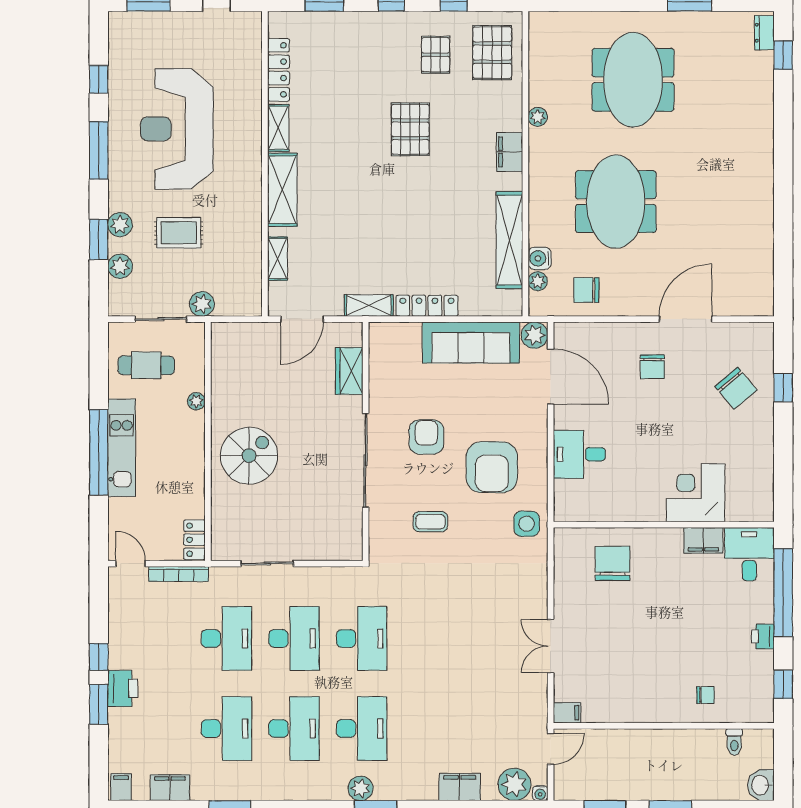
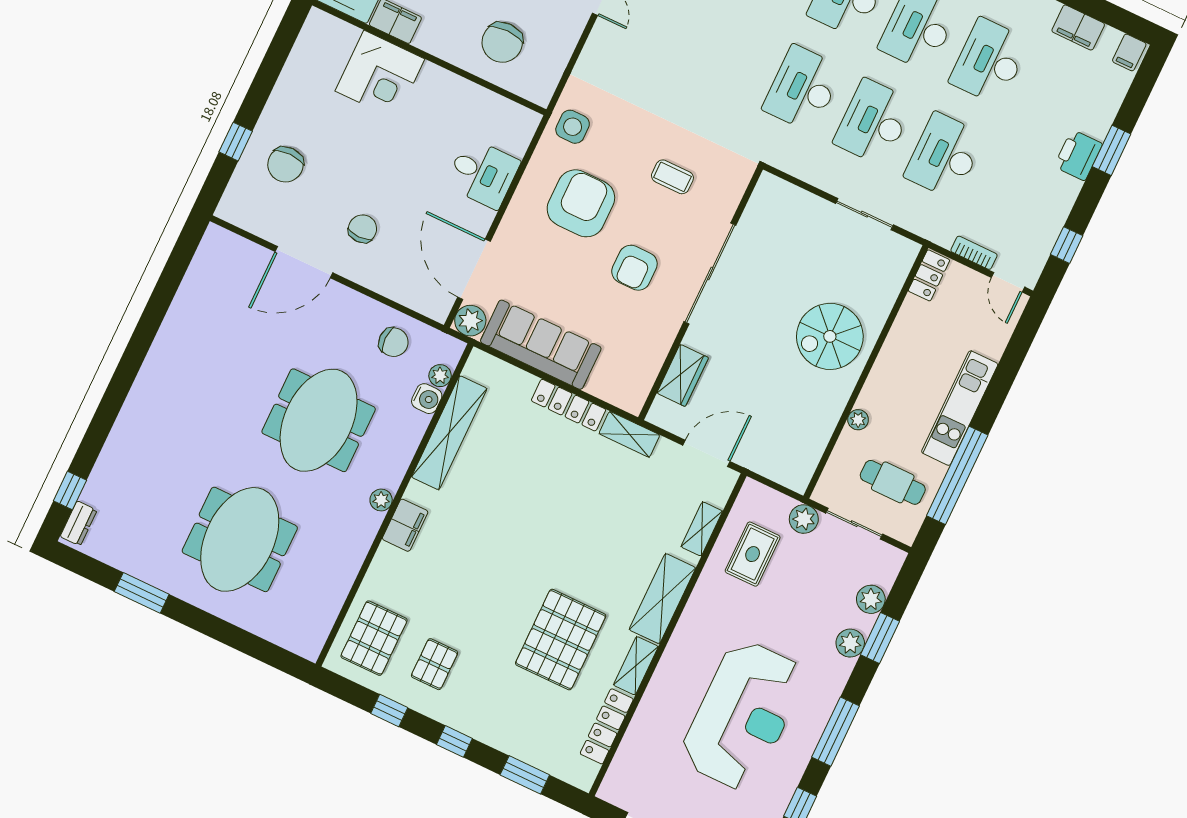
plant: (538, 117) -> (381, 500), moved
pallet: (410, 129) -> (561, 640), moved, width x1.37, depth x1.41
rug: (179, 233) -> (753, 554), moved, turned 90
chair: (736, 388) -> (285, 165), turned -140
window: (99, 452) -> (957, 475), moved
bookcase: (179, 574) -> (974, 253), width x0.64
window: (99, 657) -> (1067, 245), moved

